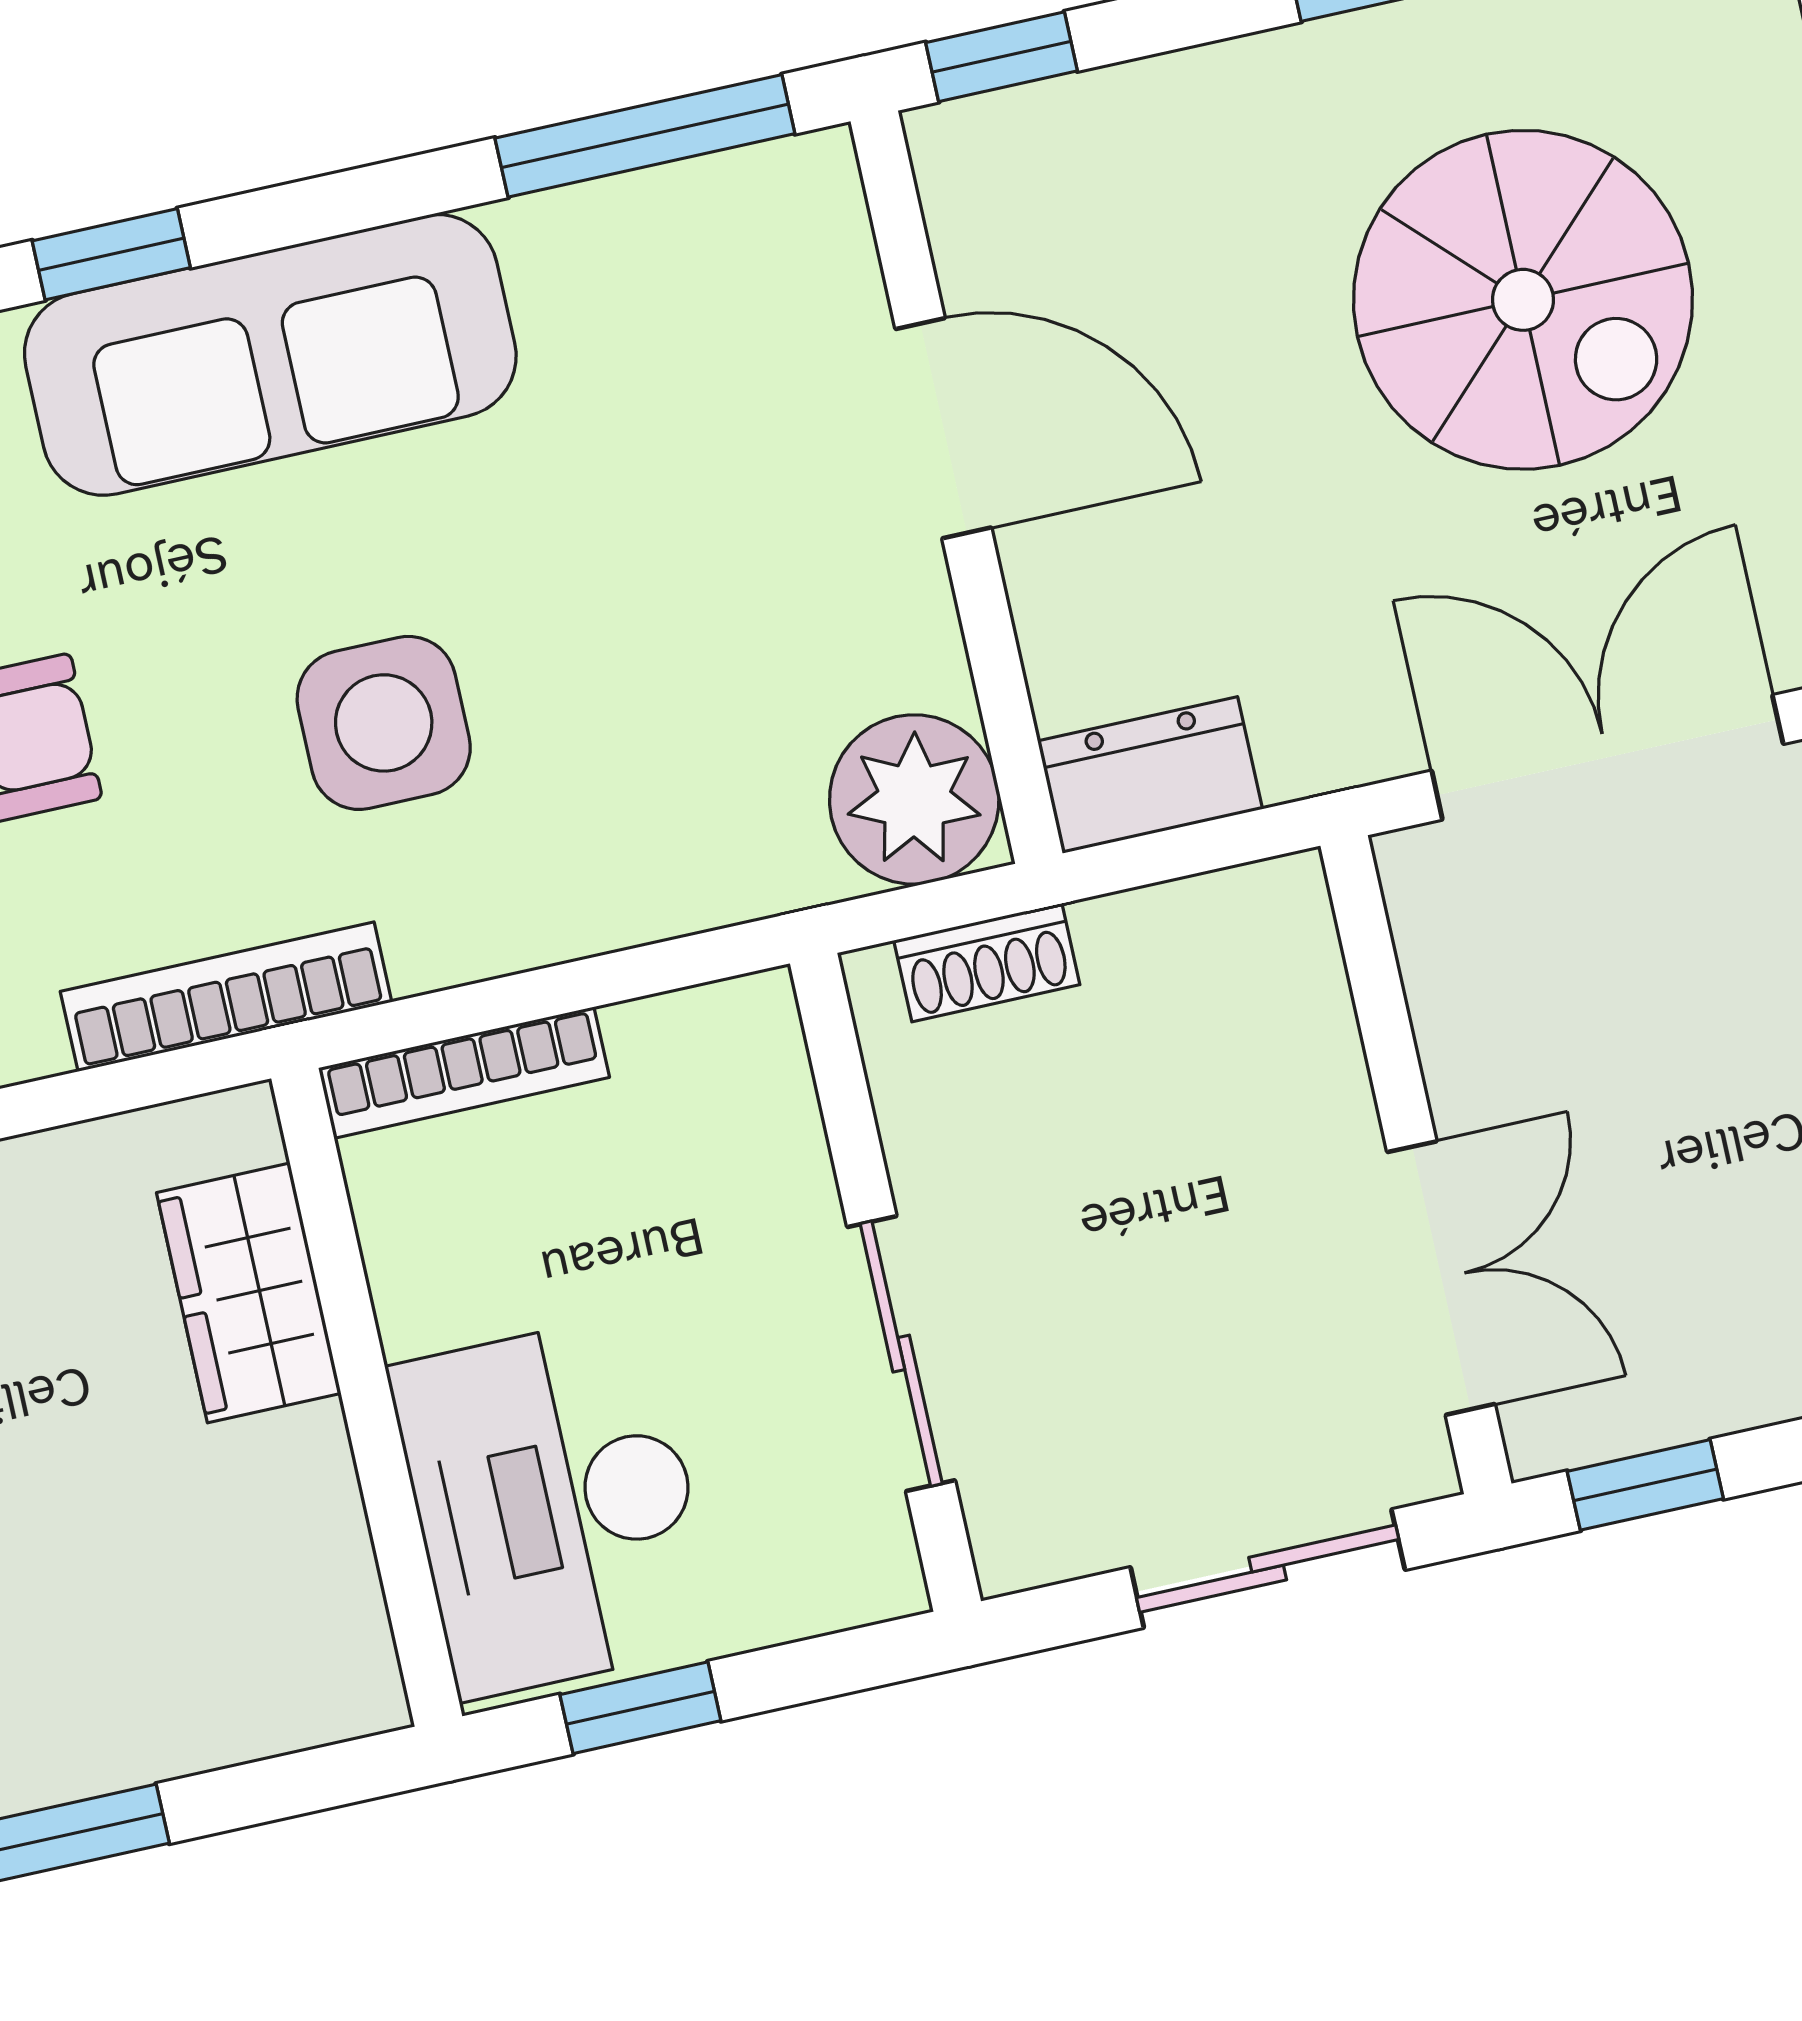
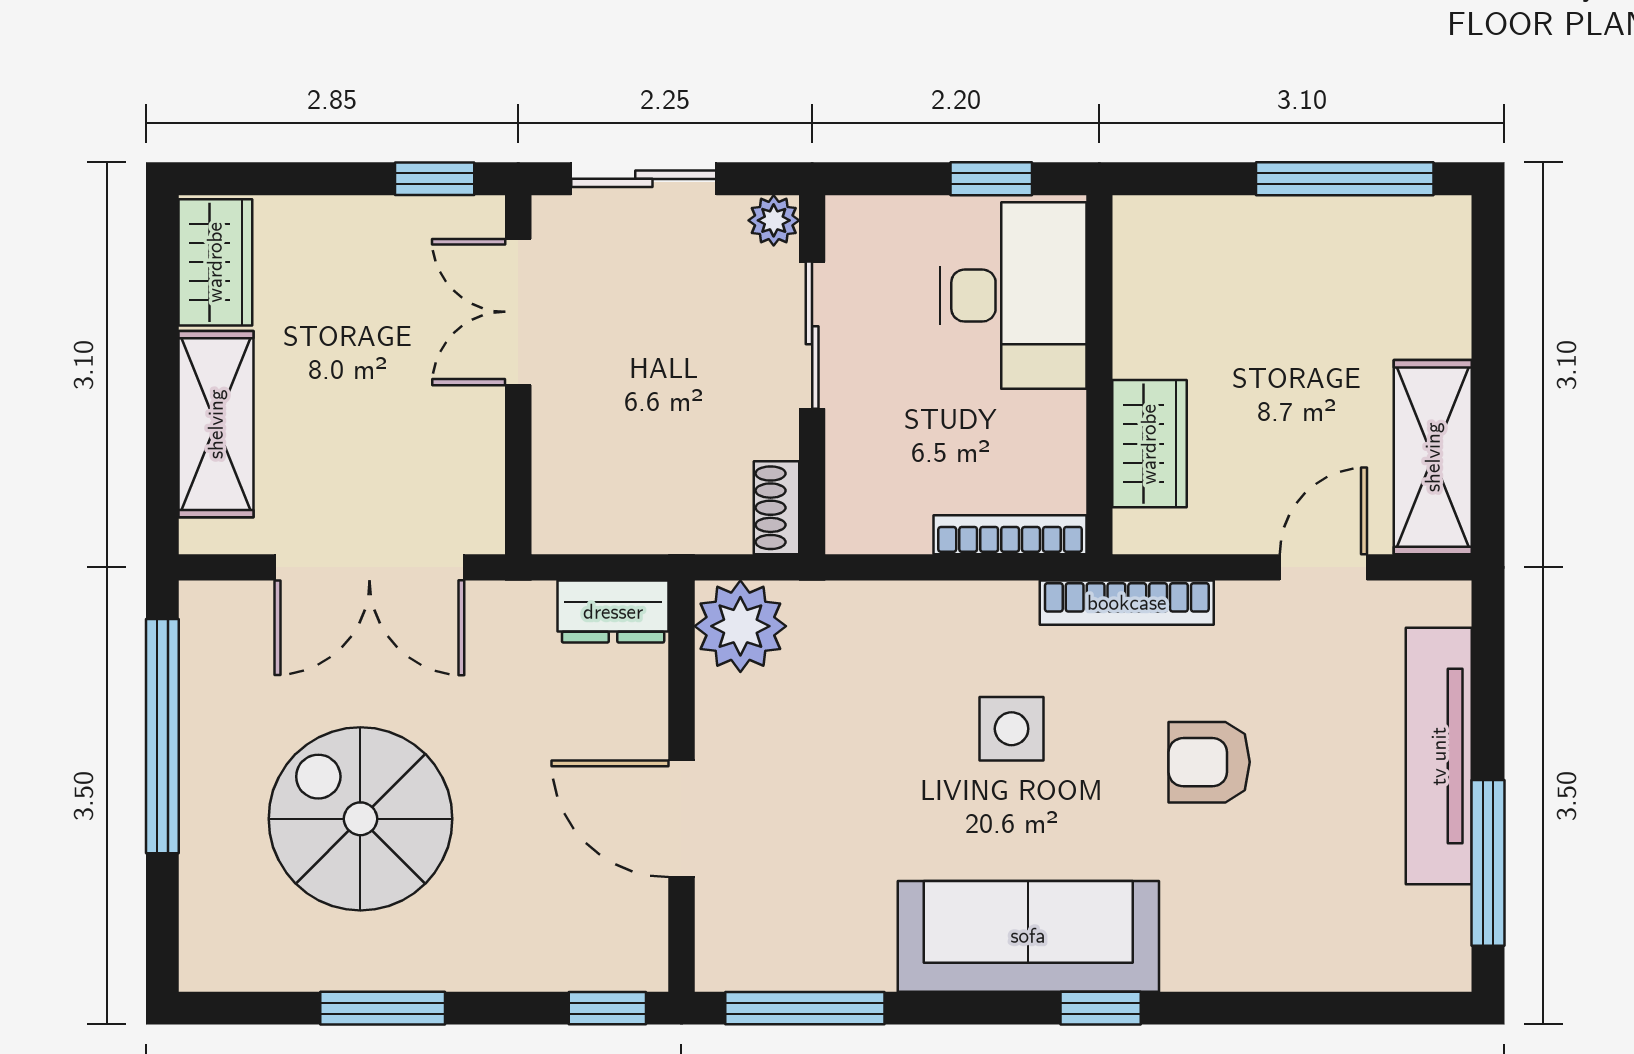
side table: (384, 723) -> (1012, 729), width x0.73, depth x0.73
shoe rack: (987, 963) -> (776, 508), moved, turned -90
plant: (1016, 1545) -> (774, 220), added

